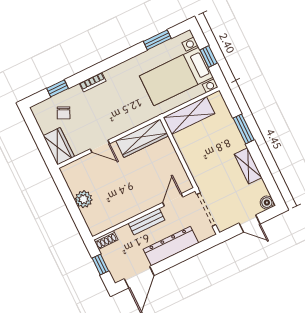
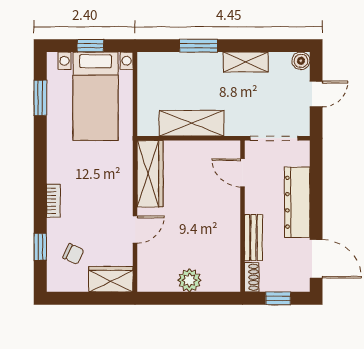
shelving: (189, 115) -> (192, 123), moved, turned 90
bench: (146, 222) -> (253, 238), moved

